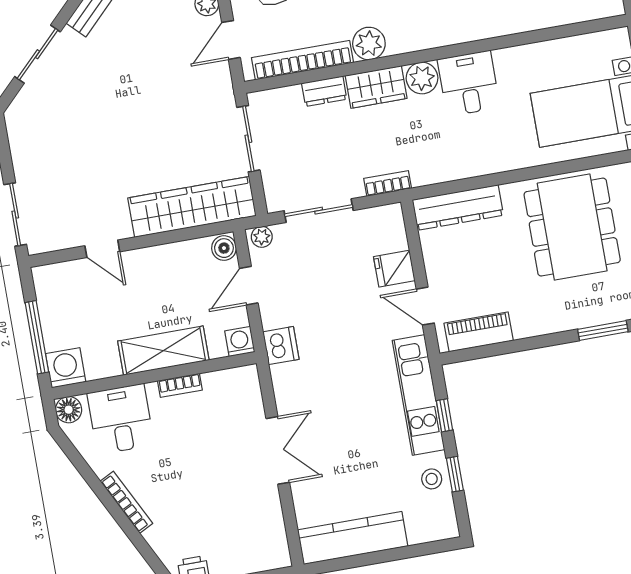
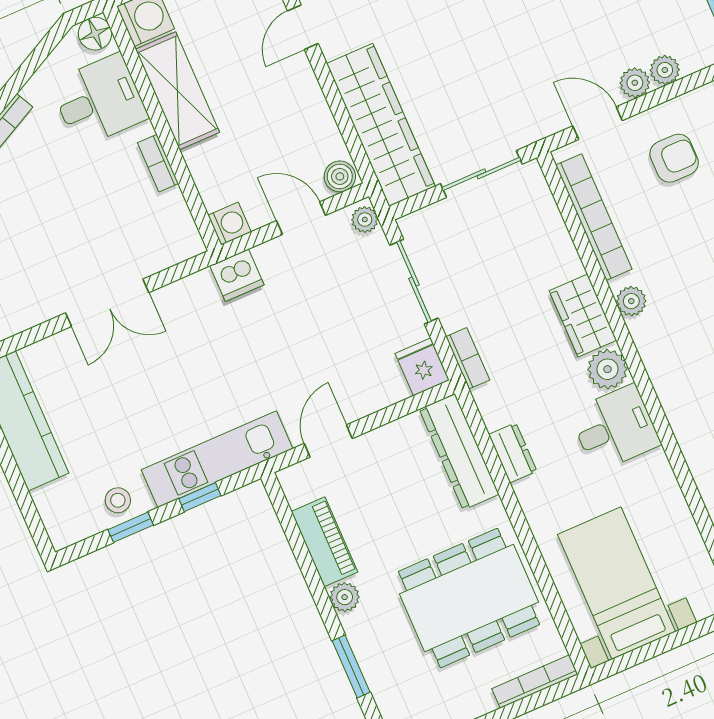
plant: (369, 44) -> (631, 301), width x0.73, depth x0.73
dresser: (324, 91) -> (513, 453), moved, turned 180
fridge: (394, 269) -> (422, 367), moved
plant: (548, 323) -> (345, 597), added
piano: (479, 332) -> (324, 542), moved
shelving: (163, 351) -> (177, 91), moved

